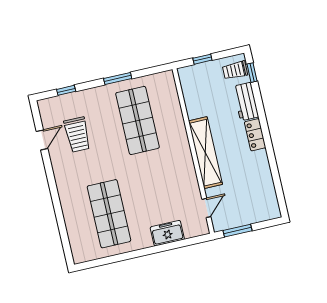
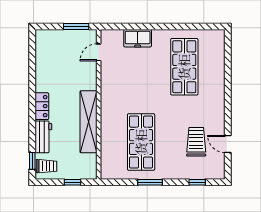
door: (42, 140) -> (228, 144), hinge flipped
shelving: (205, 153) -> (89, 122), moved

